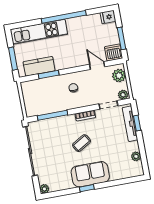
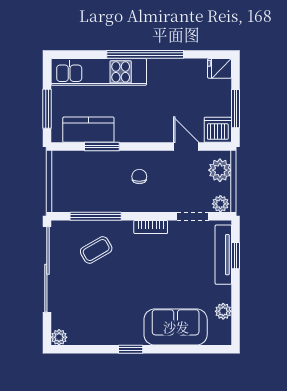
coffee table: (82, 143) -> (96, 250), moved
sofa: (90, 174) -> (176, 327), moved

